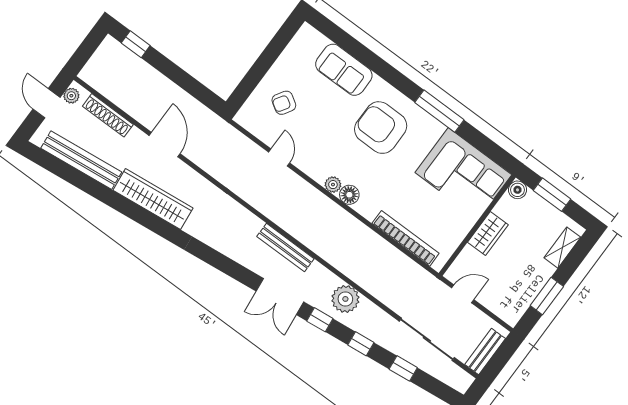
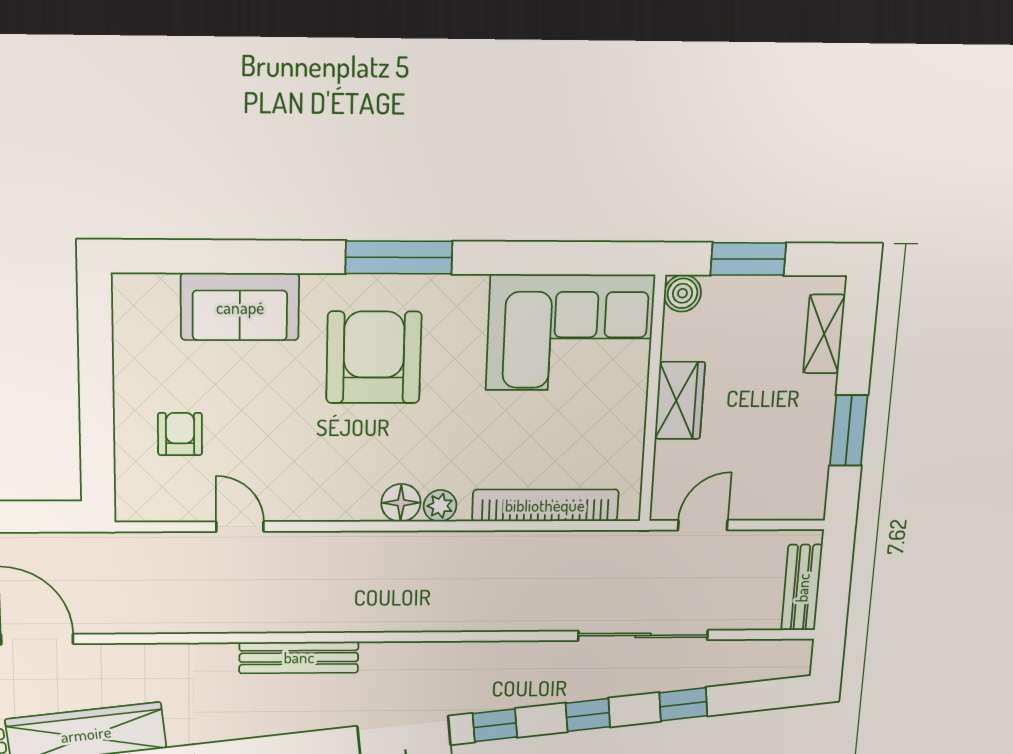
armchair: (284, 103) -> (180, 434), turned 148
window: (439, 111) -> (399, 257), moved
armchair: (381, 128) -> (374, 357), turned 90
plant: (333, 185) -> (440, 506), moved
bench: (285, 248) -> (299, 657), moved
plant: (345, 299) -> (513, 666), removed
sliding door: (427, 339) -> (643, 635), moved

